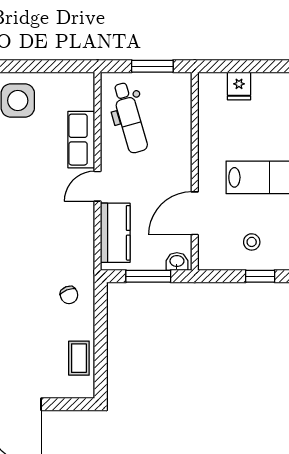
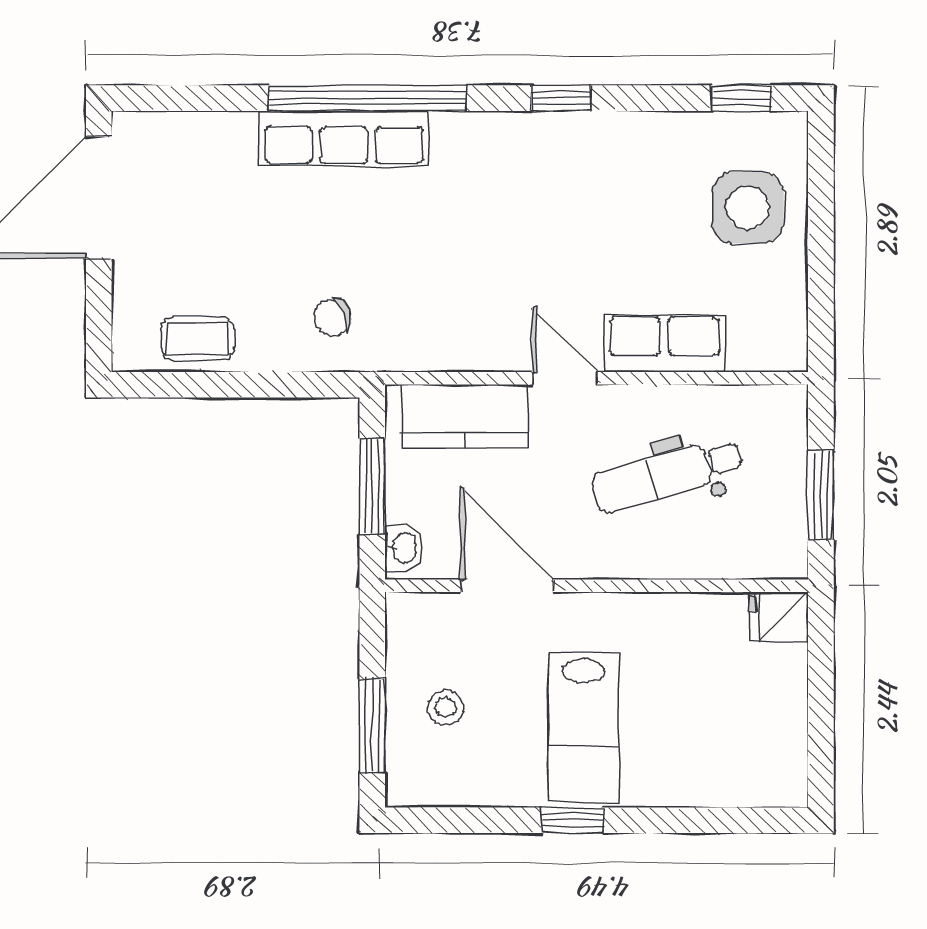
fridge: (239, 86) -> (779, 617), moved
dental chair: (130, 118) -> (667, 475), moved
window: (260, 276) -> (372, 726), width x1.50

